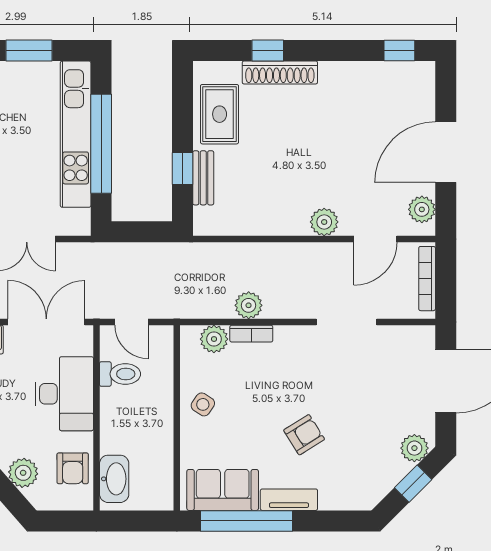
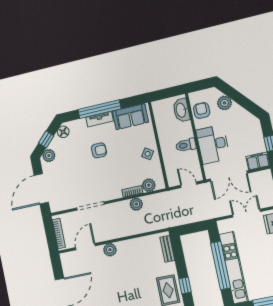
window: (182, 168) -> (185, 285), moved
bench: (203, 178) -> (167, 249), moved
plant: (422, 209) -> (68, 264), removed
toilet: (120, 374) -> (186, 145), moved
armchair: (304, 435) -> (99, 150), turned -148
floor lamp: (373, 491) -> (63, 132), added
window: (246, 521) -> (99, 109), moved

